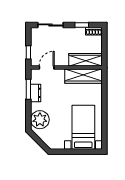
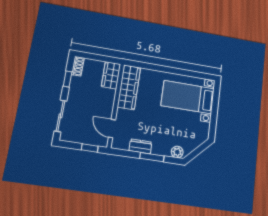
wardrobe: (85, 60) -> (111, 75), width x0.67
window: (28, 89) -> (152, 157), moved
plant: (40, 120) -> (177, 152), width x0.53, depth x0.53

